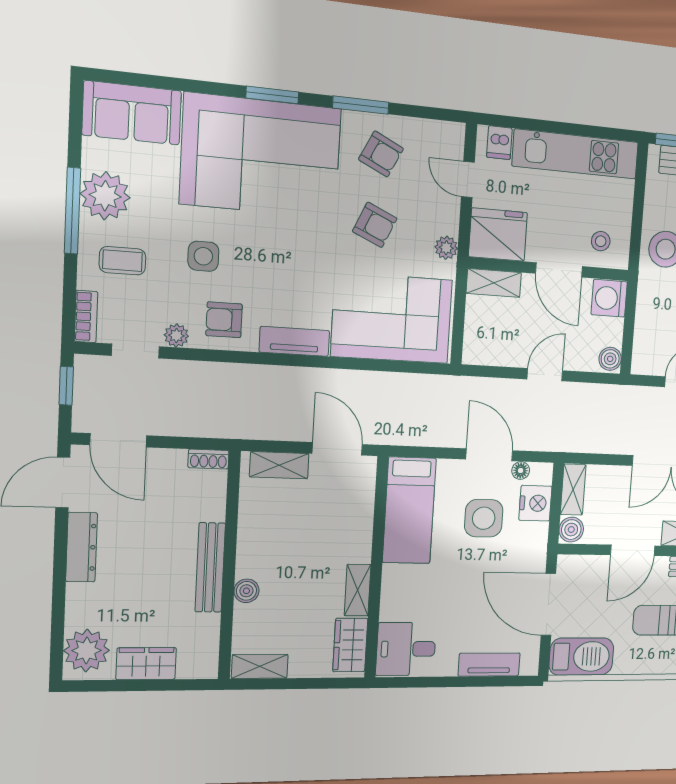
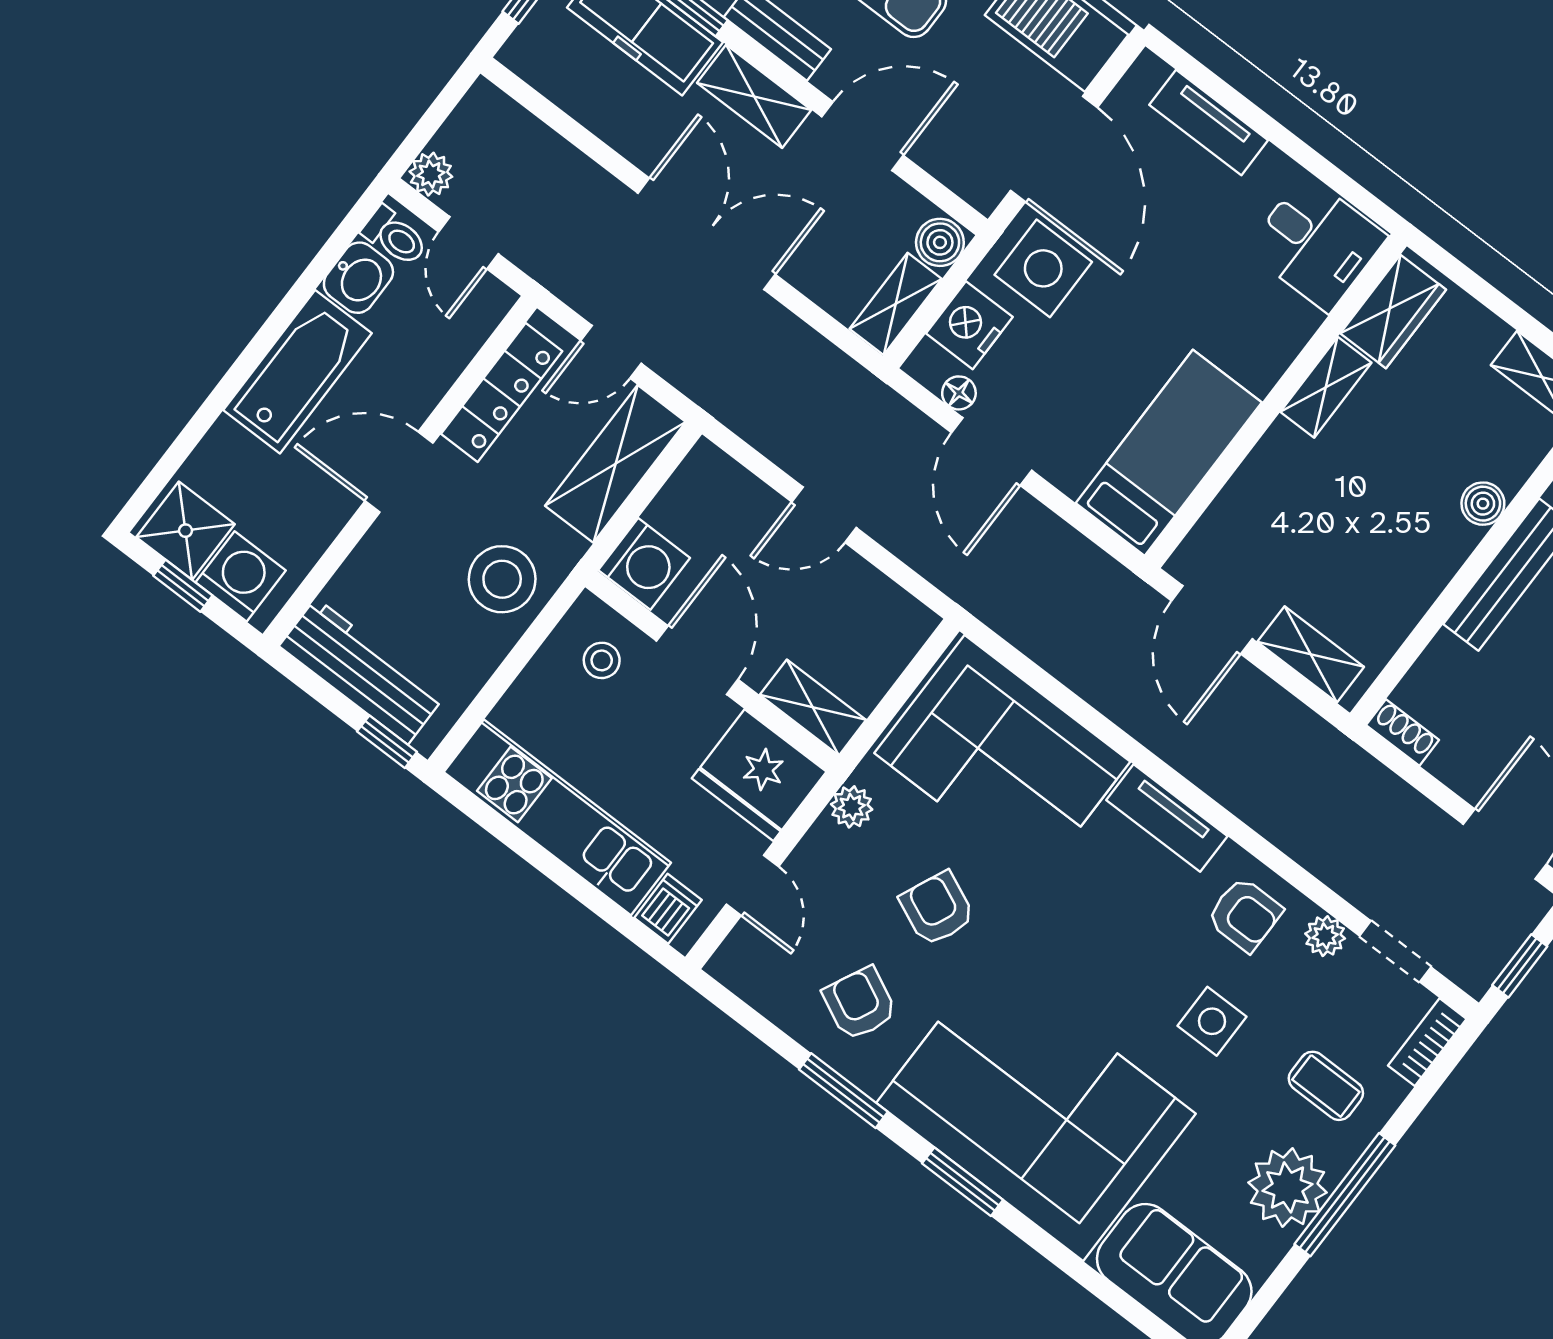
shelving: (649, 335) -> (615, 464), added
boiler: (610, 359) -> (703, 468), removed
side table: (484, 518) -> (1043, 268), moved

